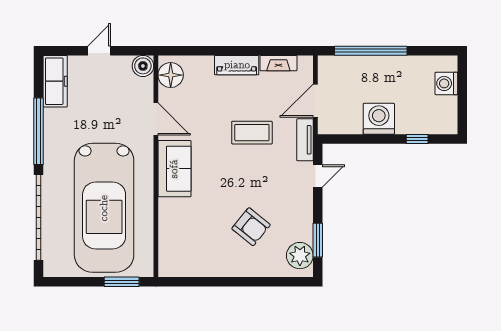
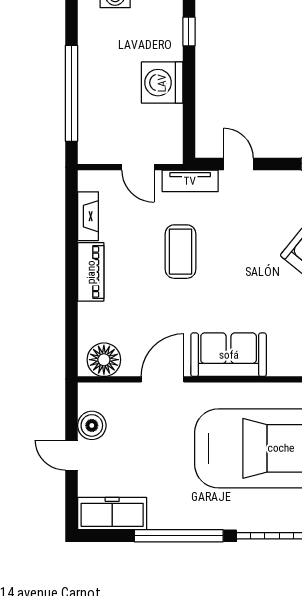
boiler: (143, 66) -> (92, 425), moved
door: (315, 101) -> (138, 167), width x0.73

